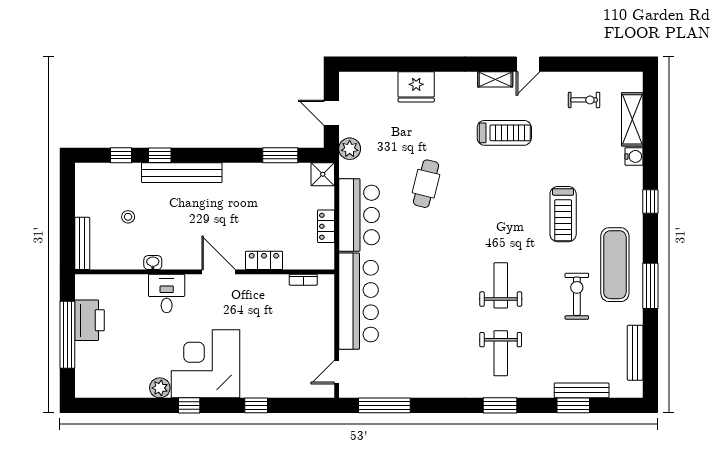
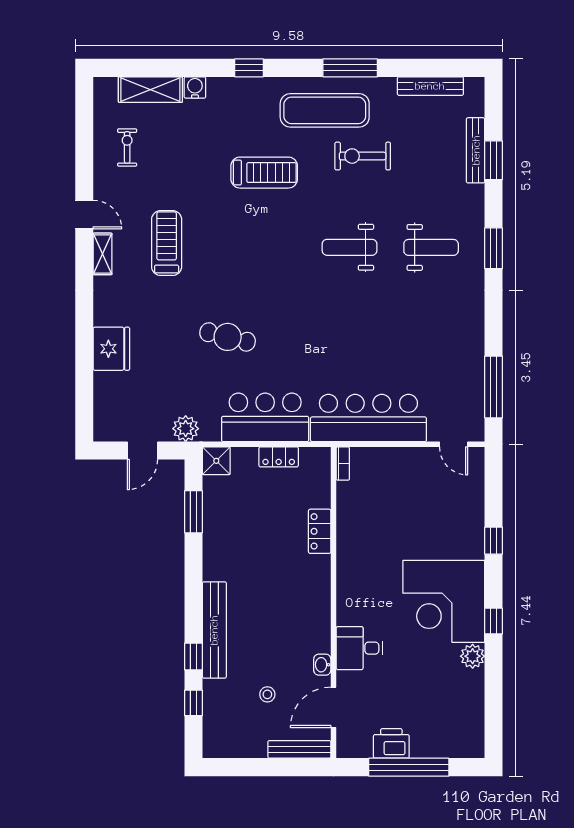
door: (219, 272) -> (333, 707), moved
bookcase: (303, 280) -> (343, 464), moved
printer: (90, 320) -> (391, 743), width x0.73, depth x0.84

